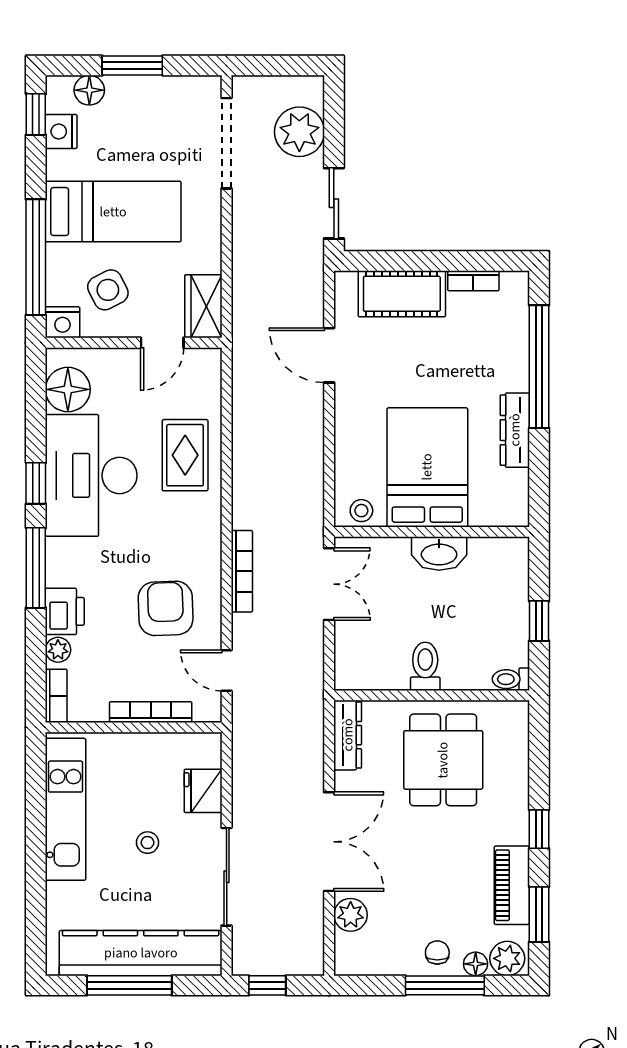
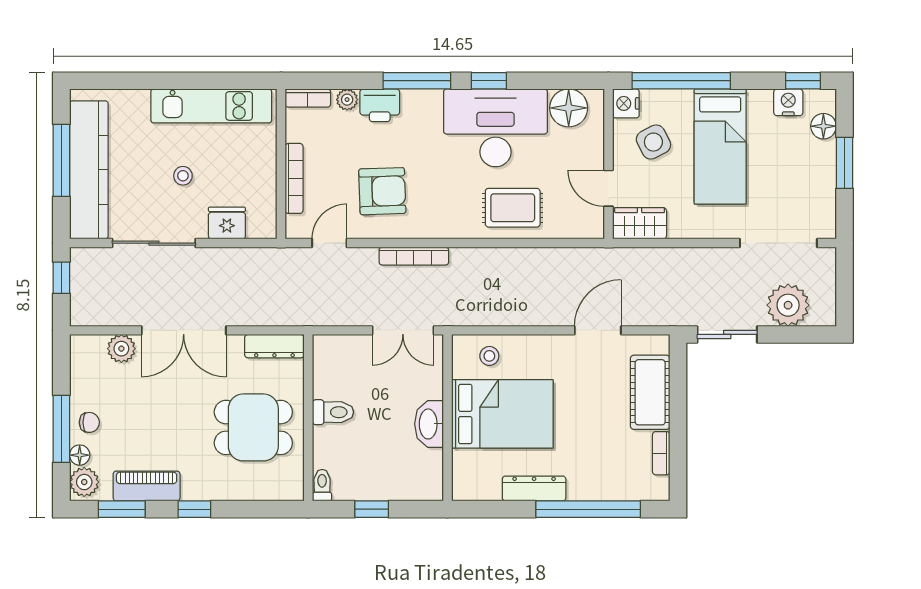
stool: (361, 511) -> (489, 356), moved

